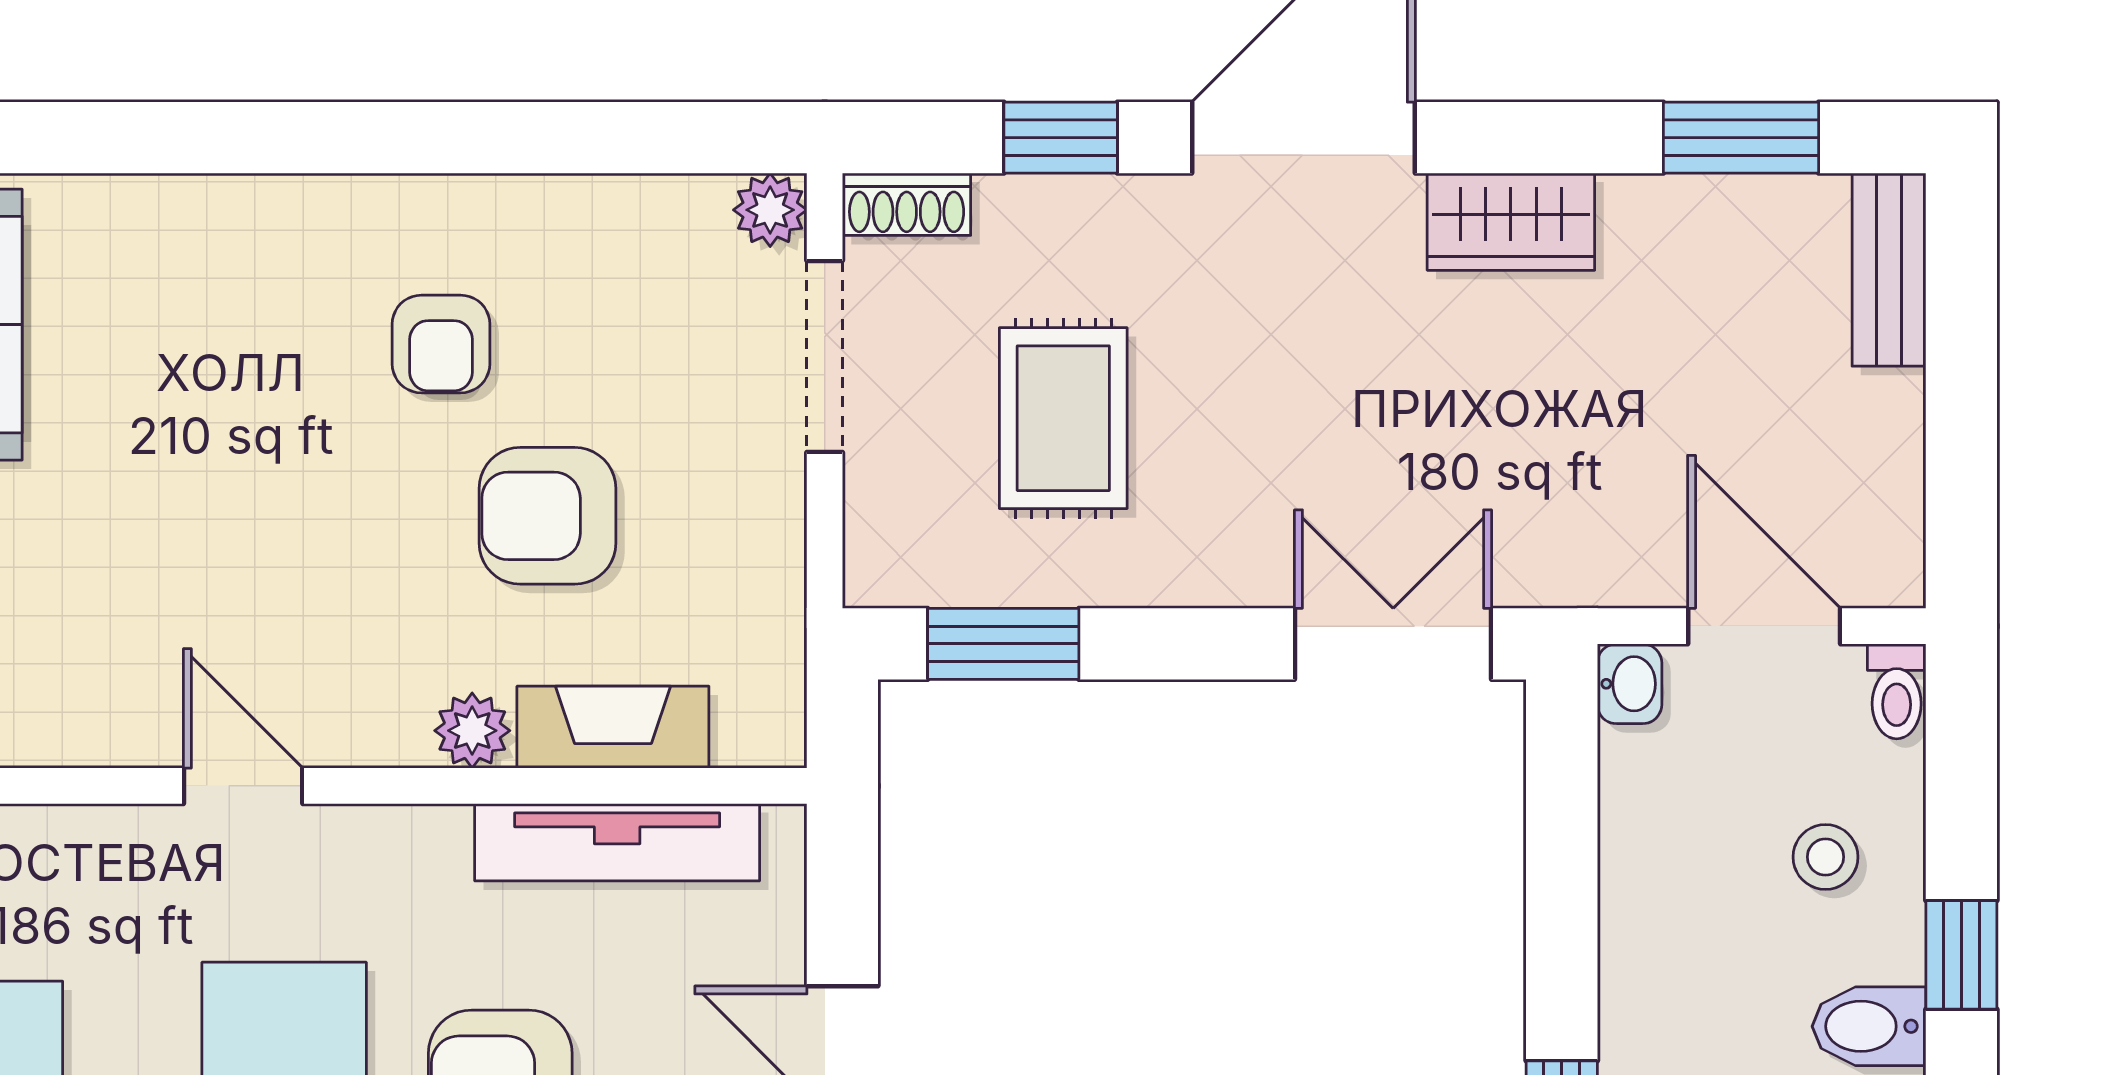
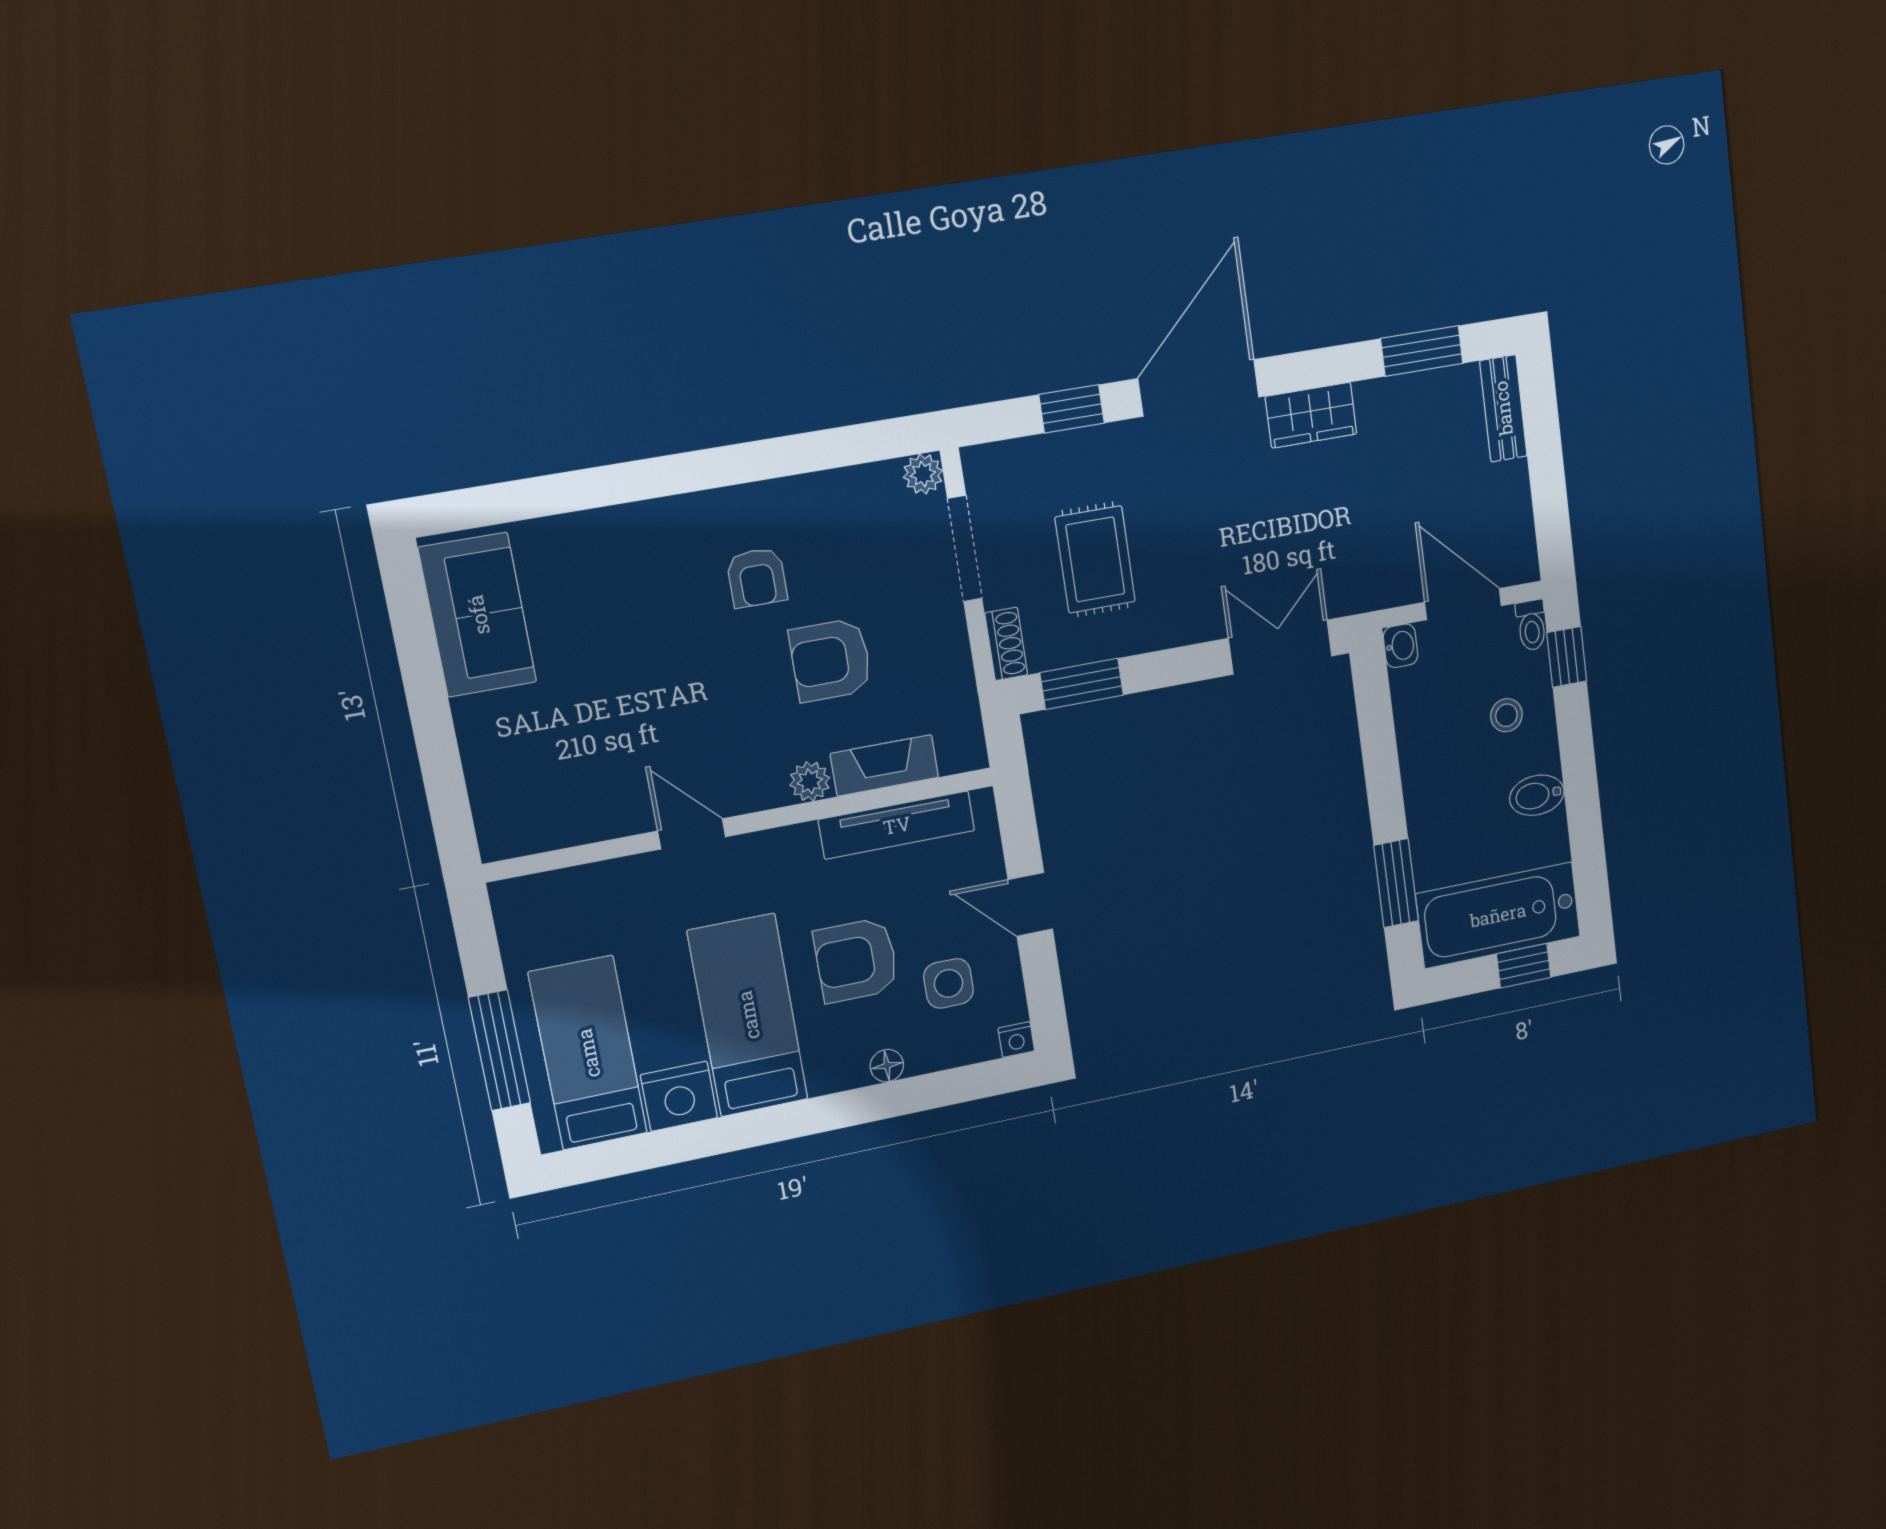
shoe rack: (907, 204) -> (1006, 644), moved, turned -90
window: (1961, 955) -> (1567, 657), moved

